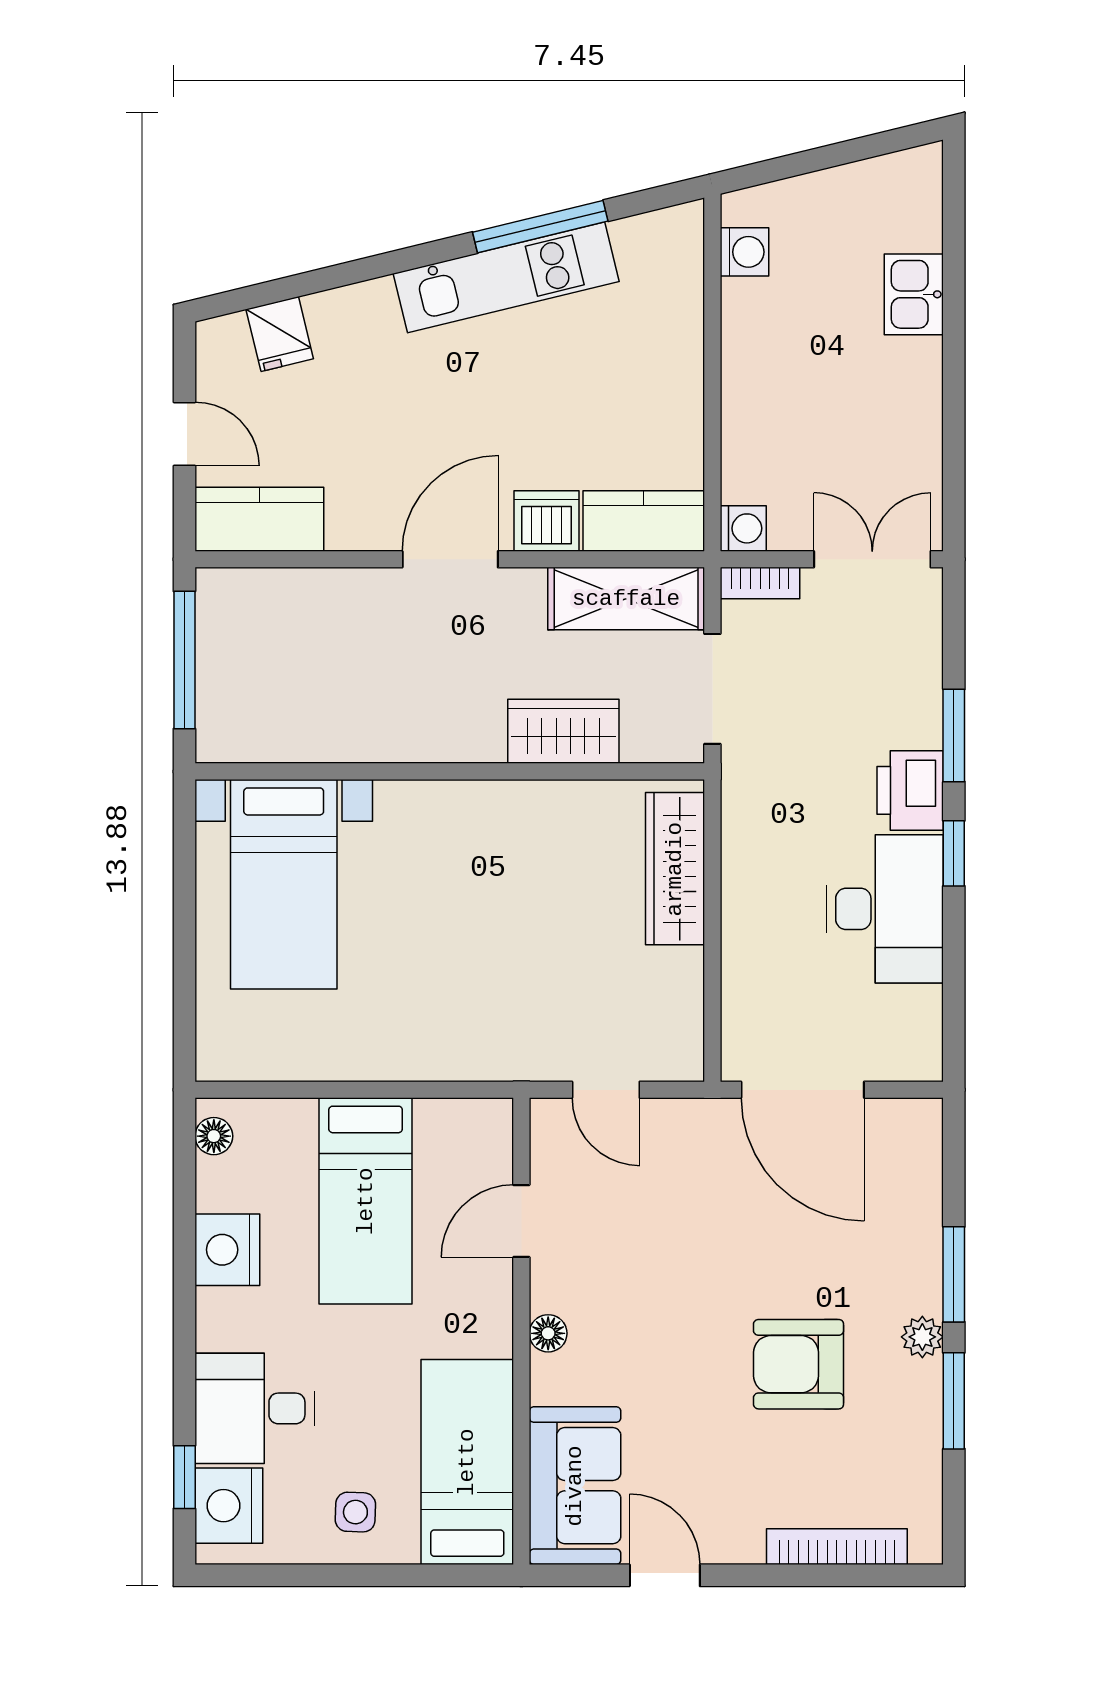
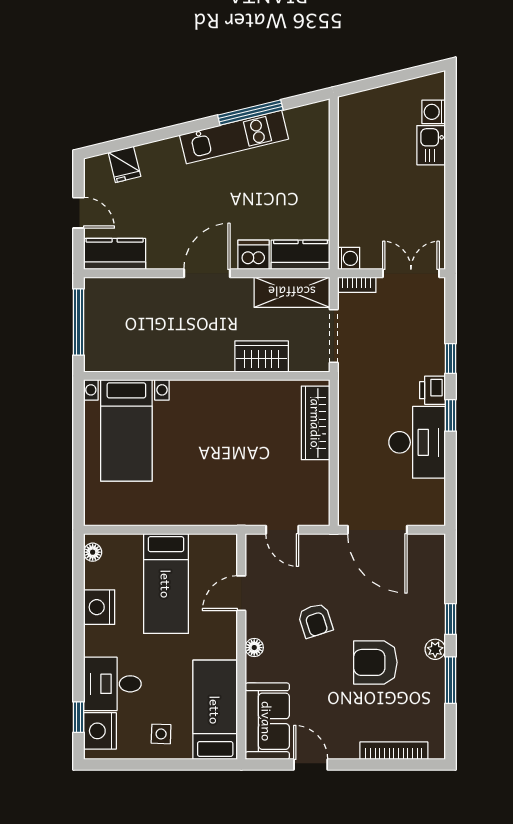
washing machine: (745, 252) -> (434, 112), moved, turned 180
window: (954, 735) -> (450, 359), width x0.67
printer: (910, 790) -> (432, 390), width x0.73, depth x0.81
window: (954, 1274) -> (450, 619), width x0.67
armchair: (674, 1277) -> (315, 620), added

